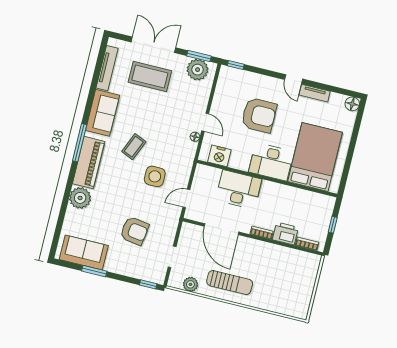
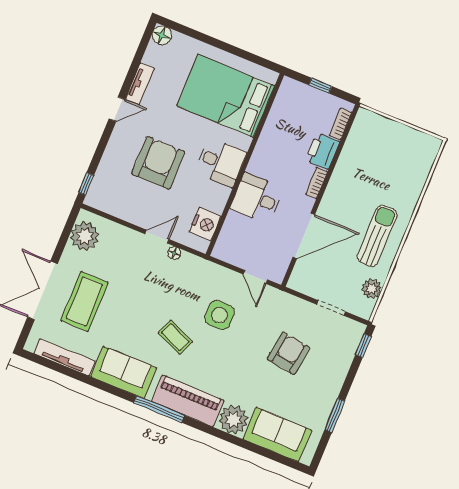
window: (199, 56) -> (67, 232), removed
desk: (271, 162) -> (221, 162), width x0.73
desk: (239, 190) -> (257, 198), width x0.73
sofa: (84, 252) -> (277, 435), moved, turned 90

